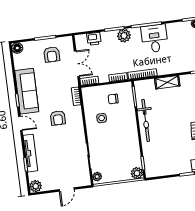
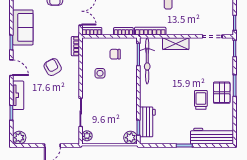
sofa: (27, 91) -> (23, 27), width x0.73
armchair: (58, 118) -> (53, 67), turned 151
bicycle: (146, 120) -> (147, 61), moved
tv unit: (30, 153) -> (18, 95), width x0.71
workbench: (151, 157) -> (147, 122), added

